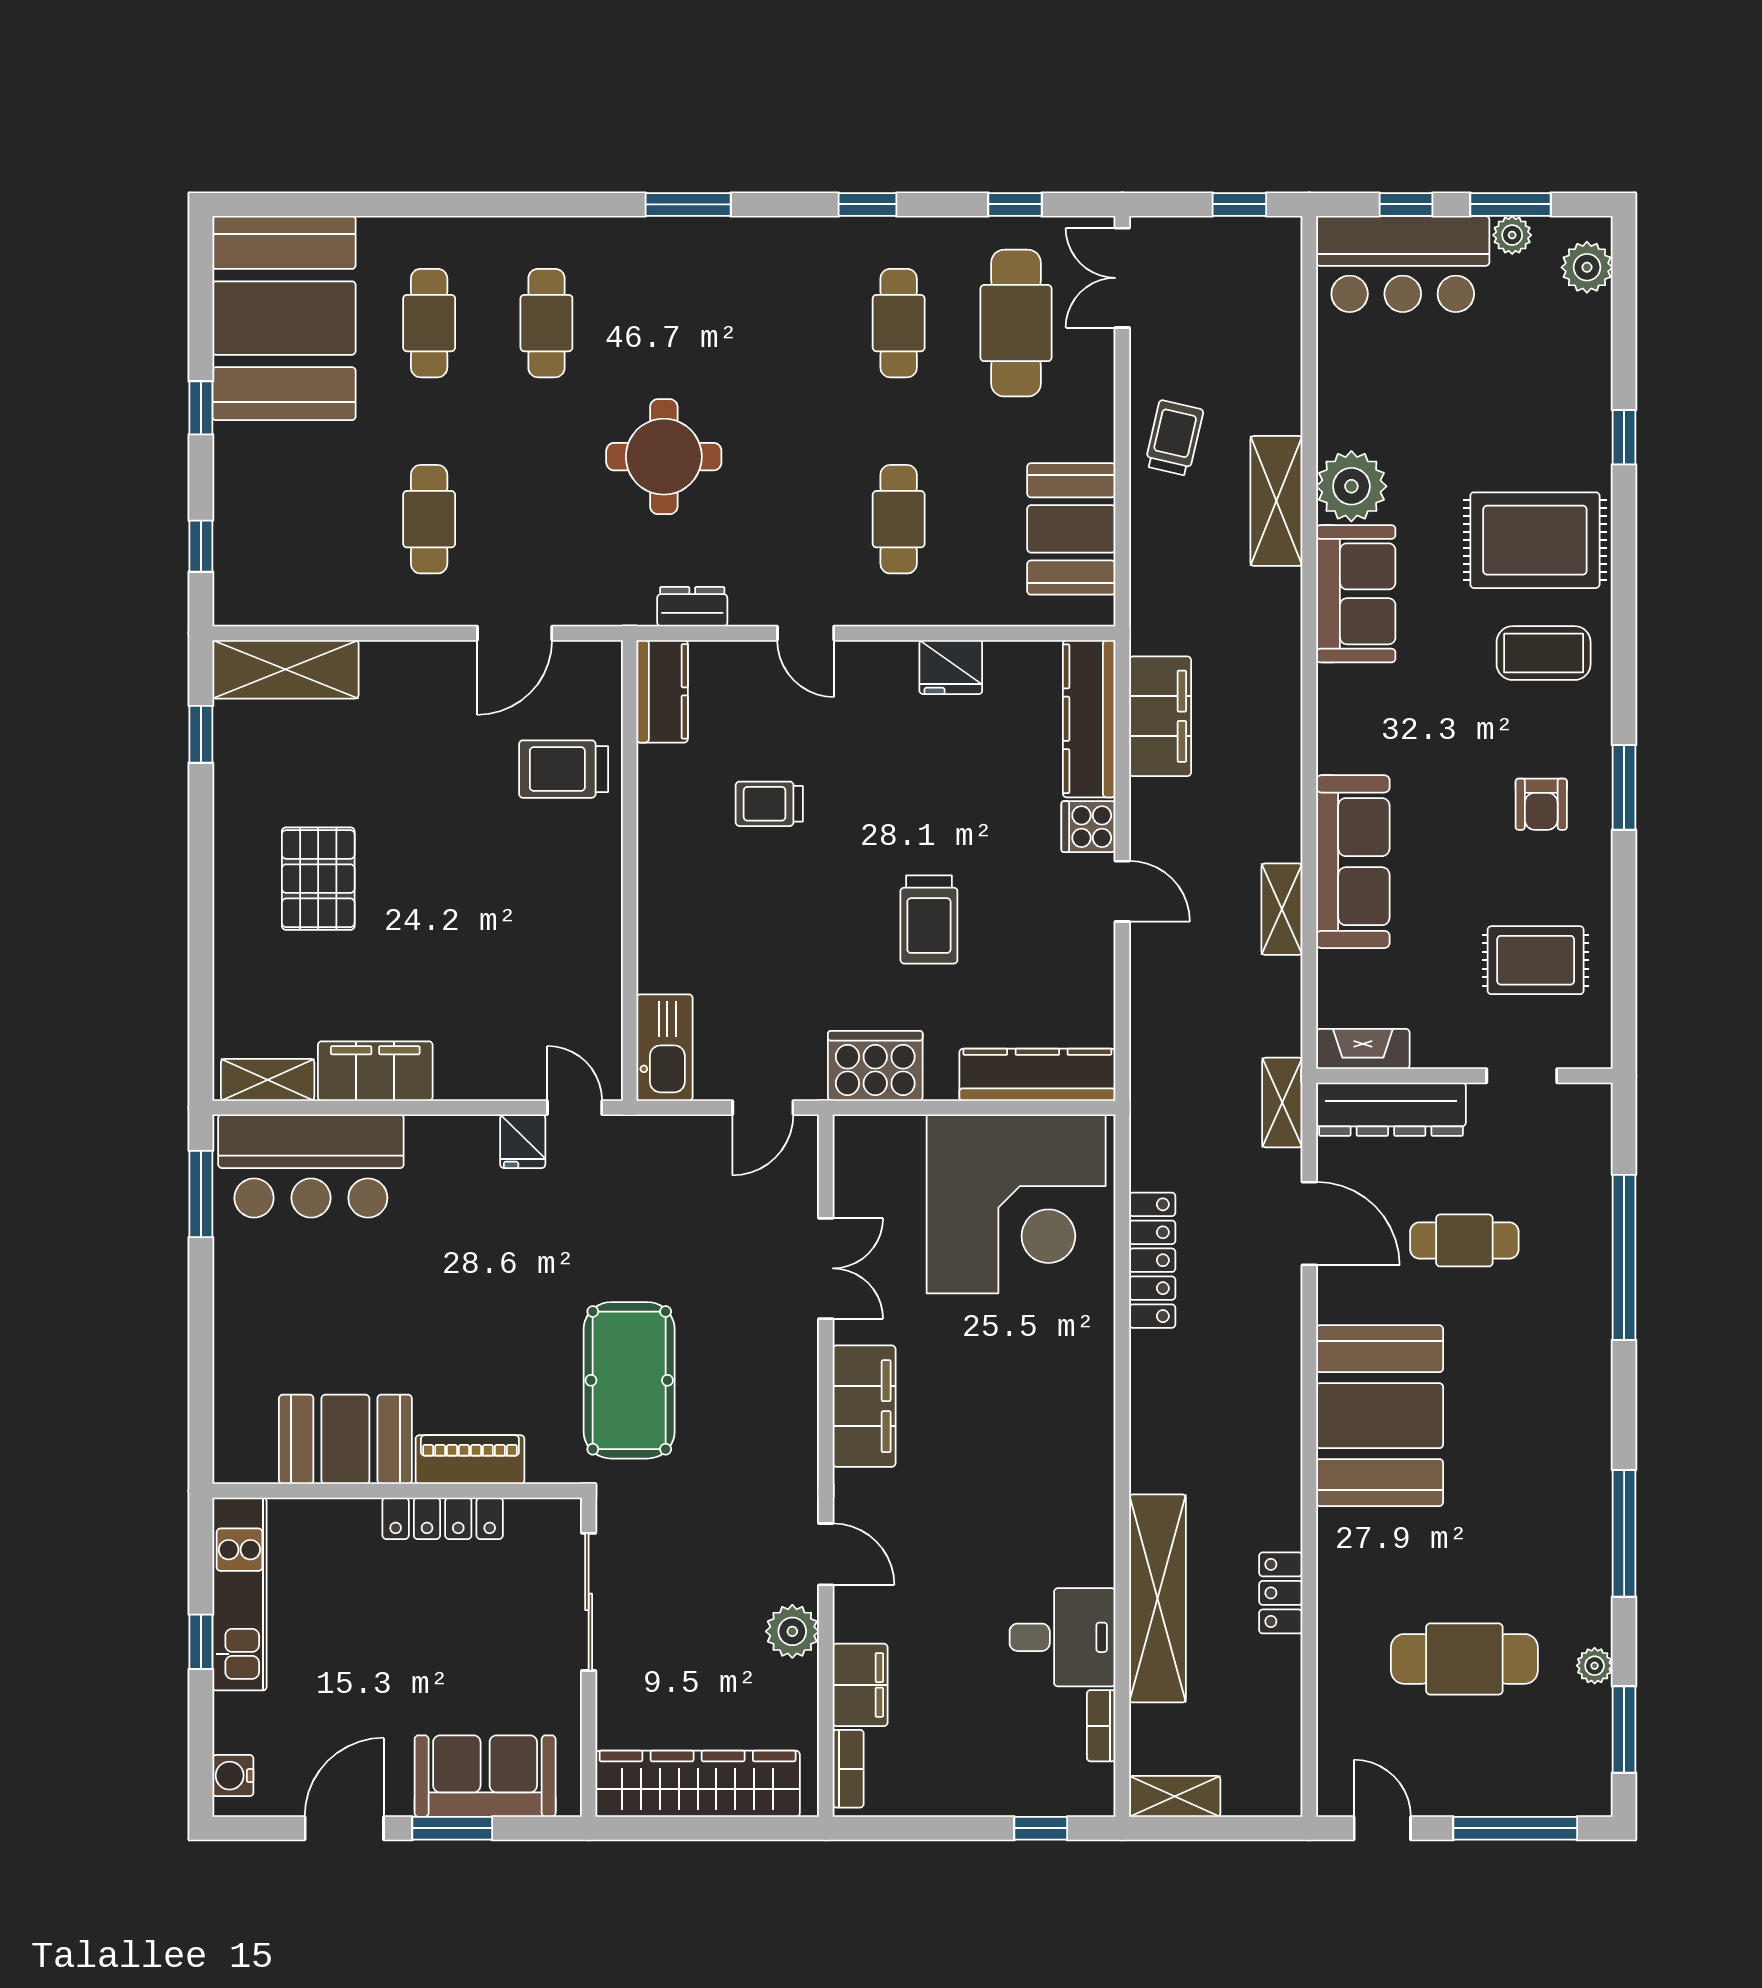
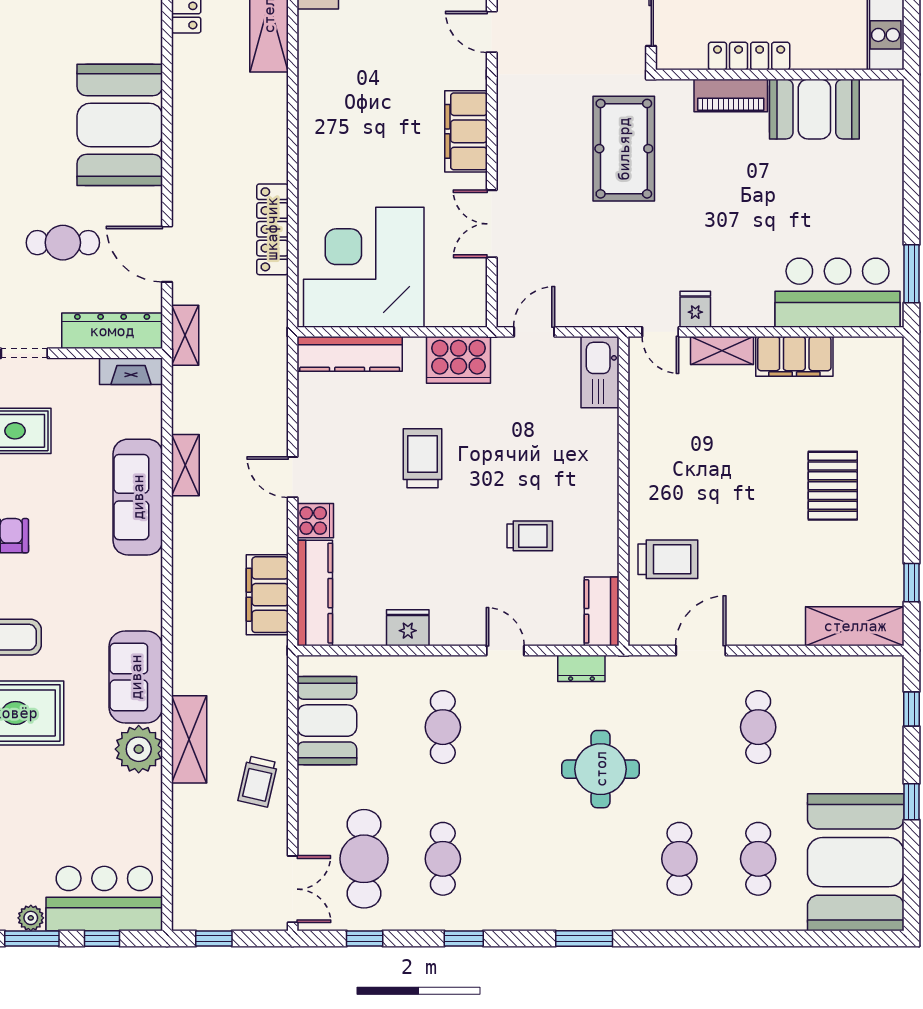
shelving: (268, 1080) -> (722, 351), moved

